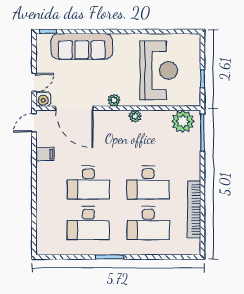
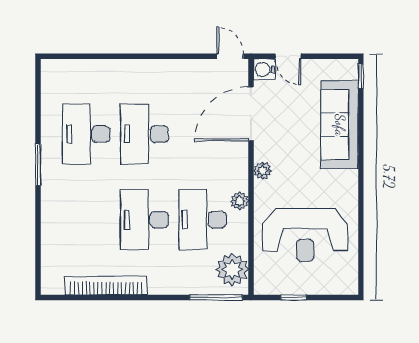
filing cabinet: (45, 154) -> (185, 72), removed
desk: (148, 223) -> (203, 220), moved

